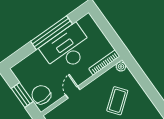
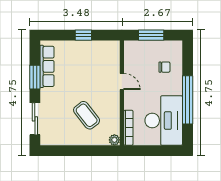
desk: (67, 49) -> (164, 121), moved
chair: (41, 95) -> (165, 67), moved, width x0.54, depth x0.54

